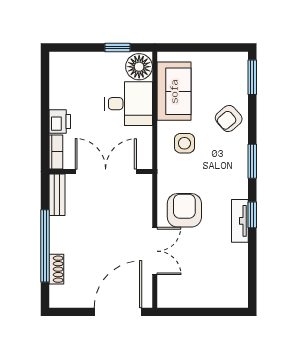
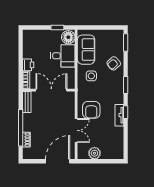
armchair: (184, 210) -> (91, 110), turned 180
plant: (191, 296) -> (94, 153), added

